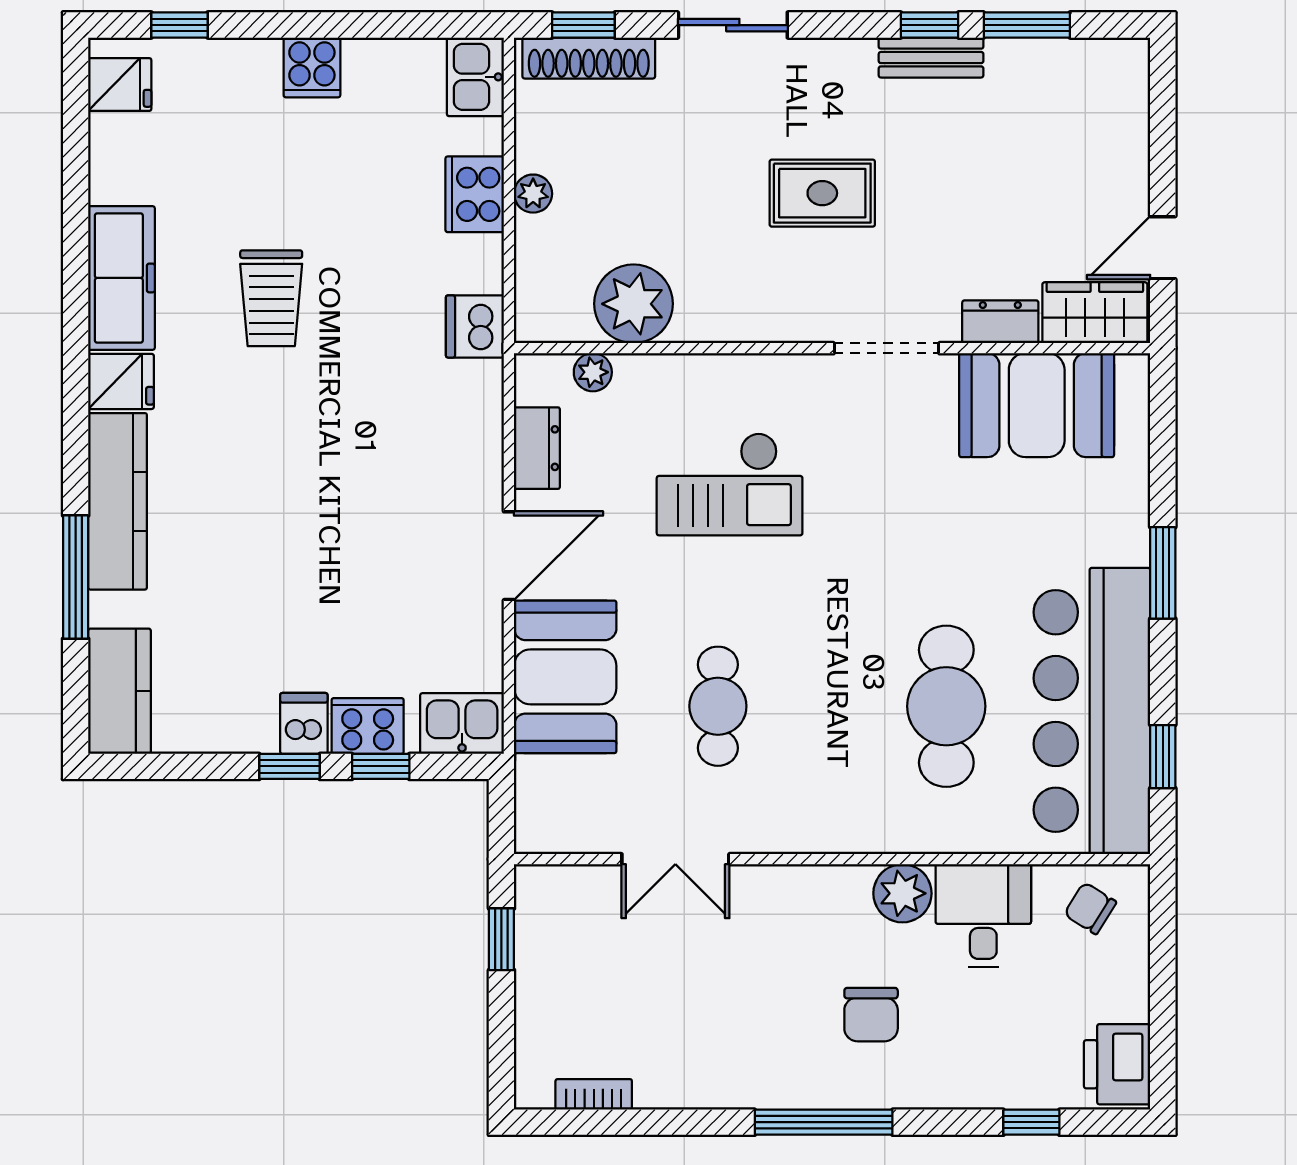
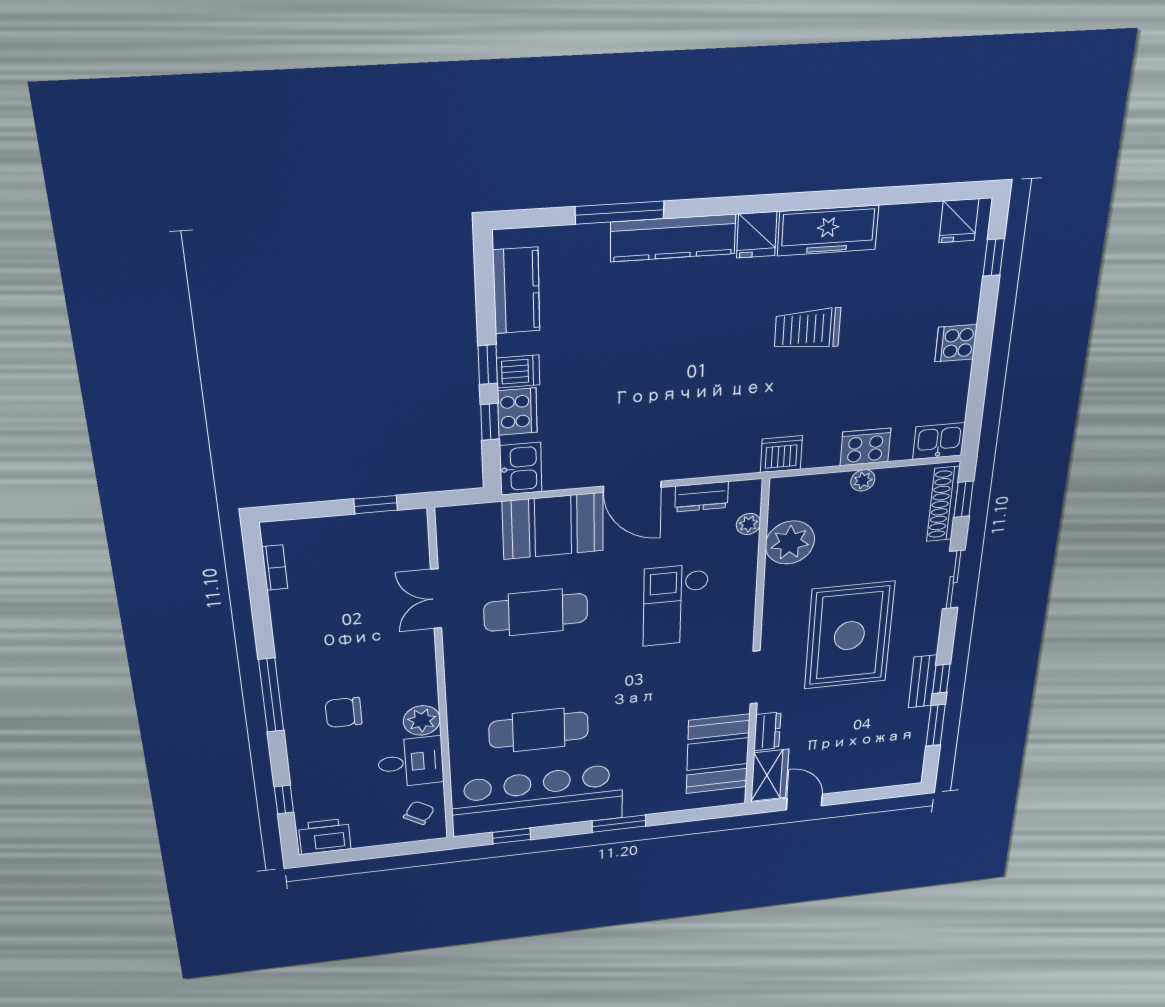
rug: (822, 193) -> (849, 636), width x1.86, depth x2.06
kitchen counter: (119, 691) -> (516, 291), moved, turned -90
cafe table: (718, 706) -> (536, 612), width x1.37, depth x1.35

